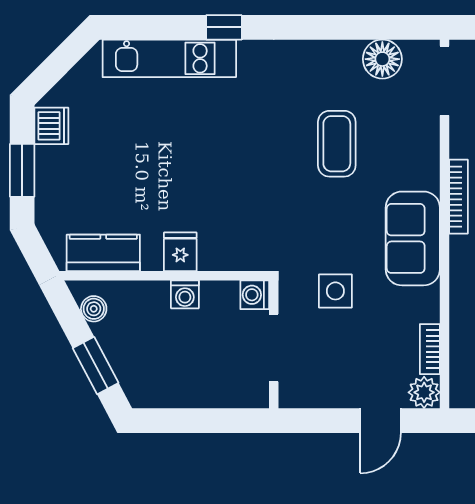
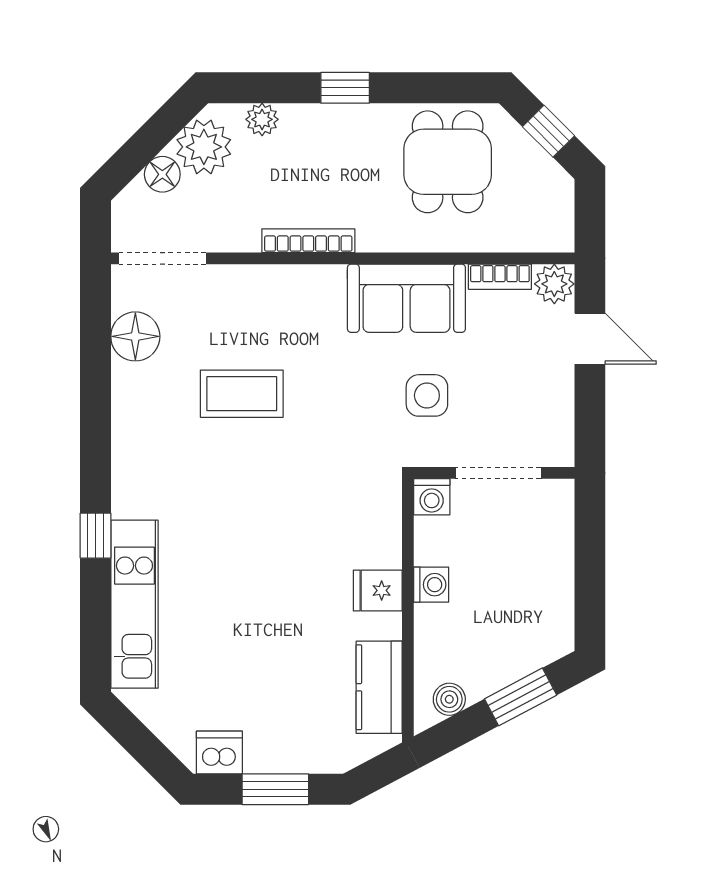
sofa: (413, 238) -> (406, 298), moved

